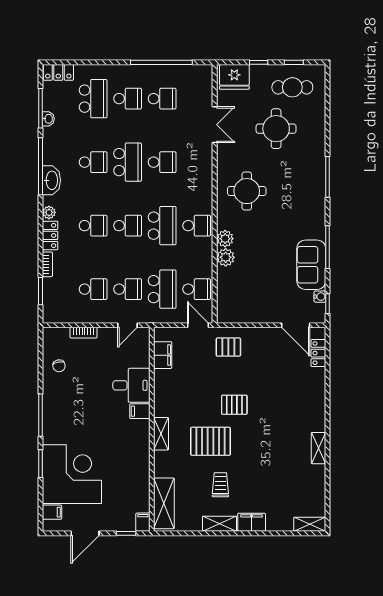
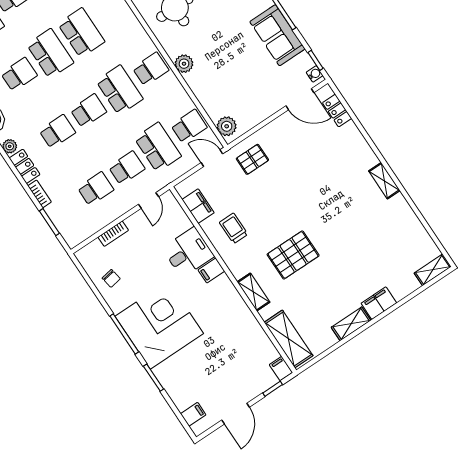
school desk: (162, 162) -> (81, 33), width x1.85
plant: (226, 257) -> (227, 126), moved
water cooler: (320, 297) -> (315, 74), moved
pallet: (234, 405) -> (293, 208), removed
shelving: (161, 434) -> (253, 292), moved
shelving: (319, 448) -> (384, 181), moved
corner desk: (72, 474) -> (159, 325), moved
trolley: (220, 485) -> (234, 228), moved

